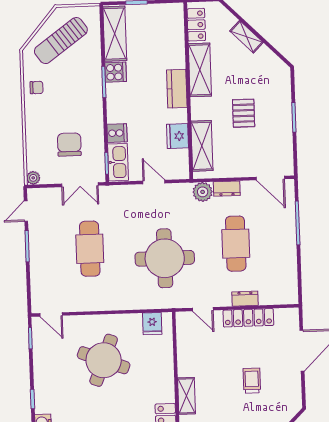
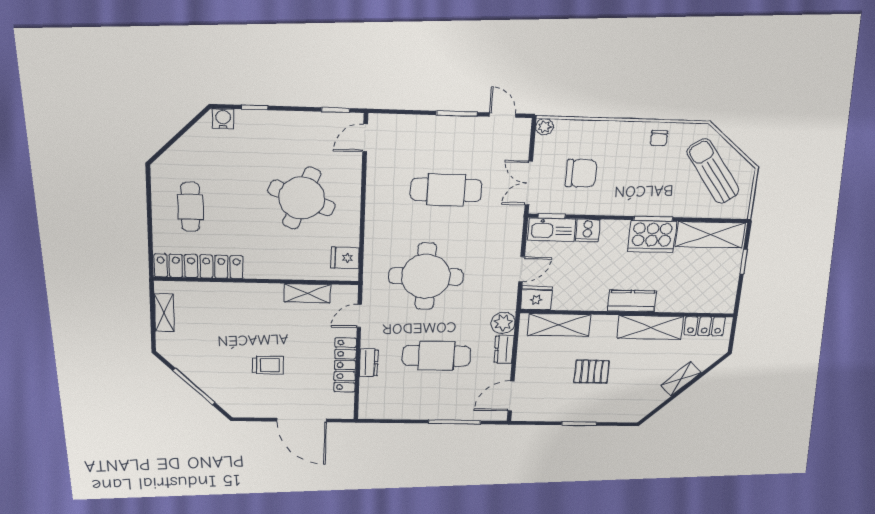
cooker: (116, 72) -> (652, 236), width x1.87, depth x1.31
fridge: (178, 136) -> (536, 298), moved
shelving: (186, 396) -> (307, 293), moved

